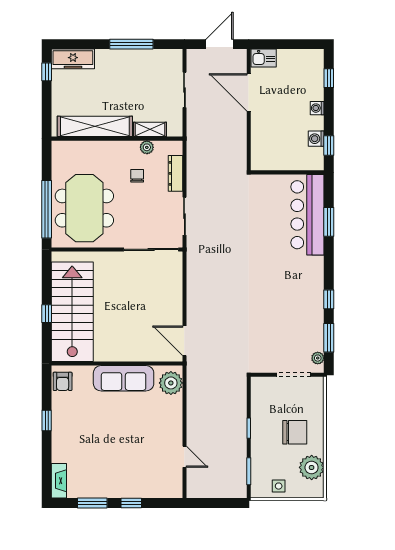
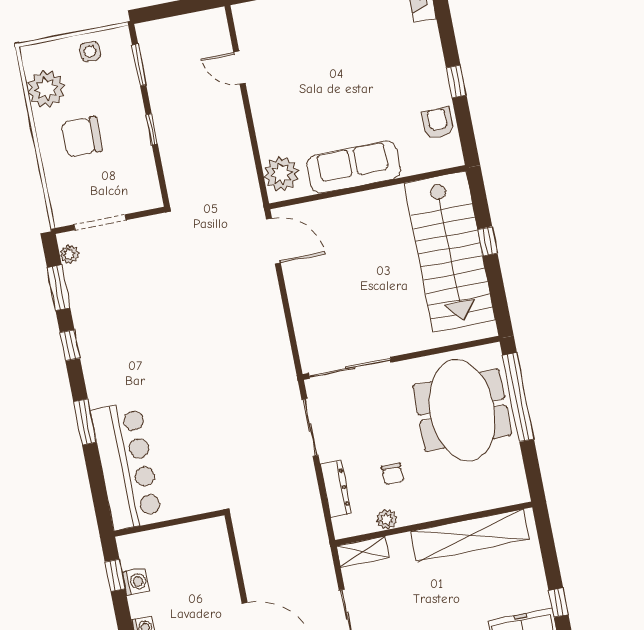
shelving: (150, 129) -> (363, 552), moved
window: (329, 222) -> (85, 422), moved
armchair: (63, 381) -> (438, 123), moved

